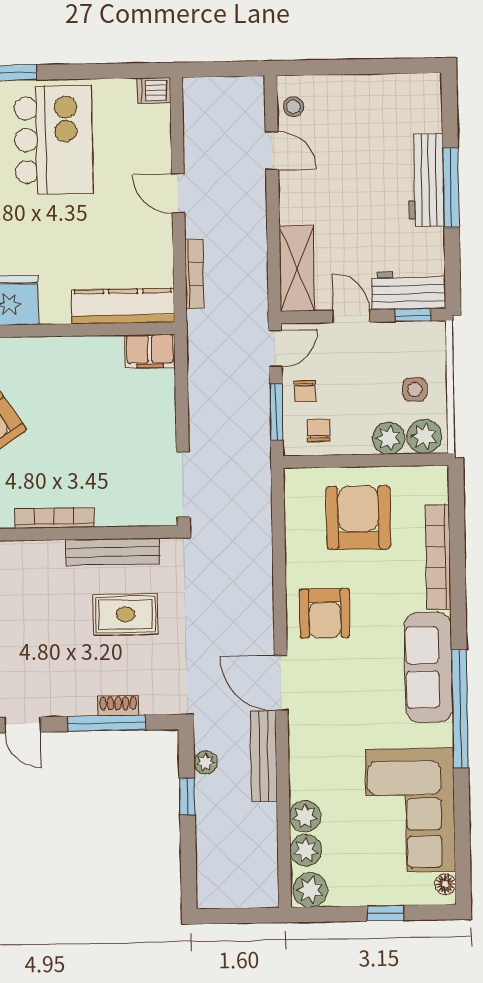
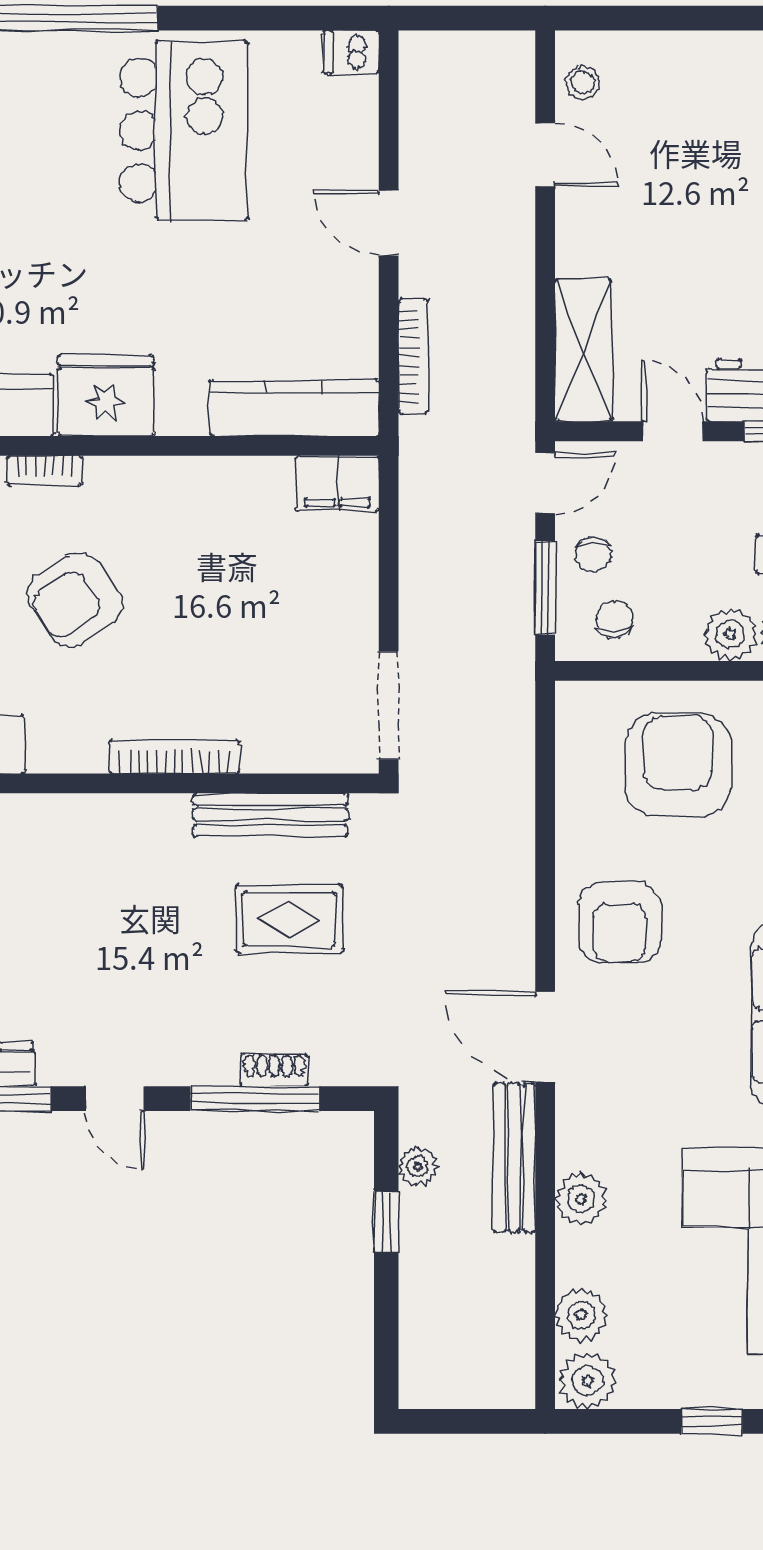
plant: (305, 816) -> (581, 1199), moved

